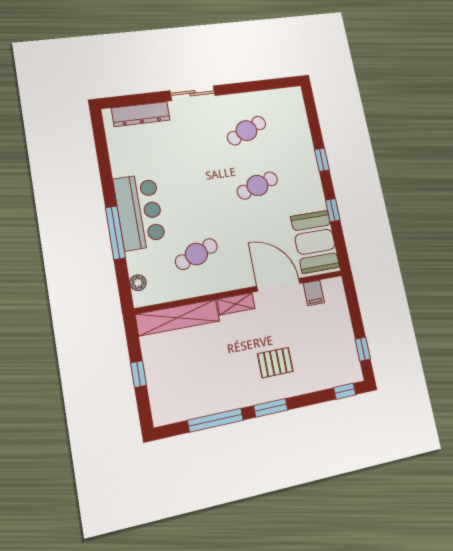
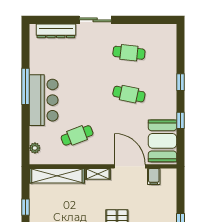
cafe table: (246, 131) -> (129, 53), turned 30
cafe table: (257, 185) -> (129, 94), turned 30
window: (115, 233) -> (25, 86), moved

